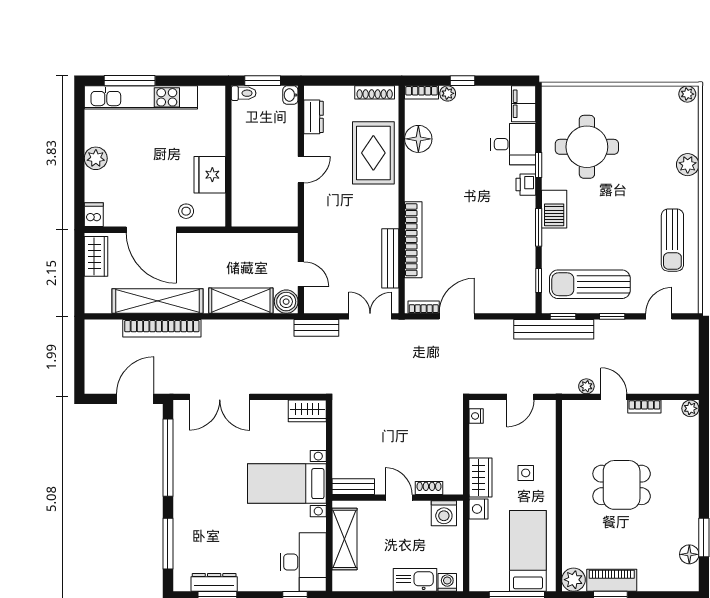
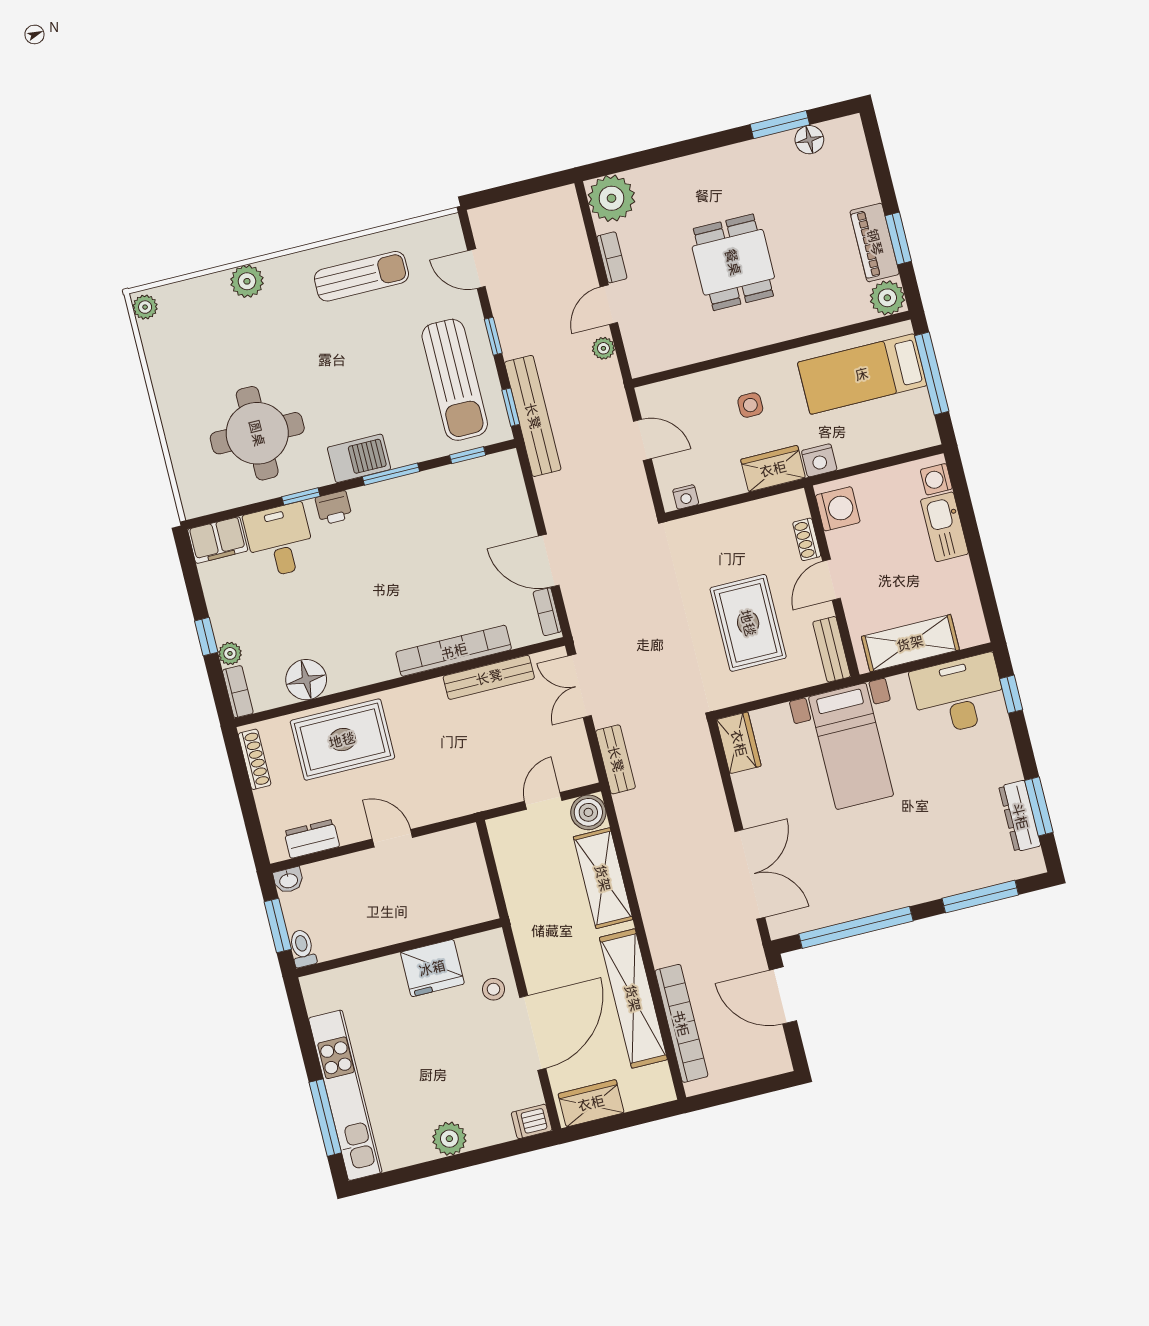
bookcase: (162, 328) -> (681, 1023), moved
plant: (690, 408) -> (611, 198), width x1.88, depth x1.88
rug: (384, 436) -> (748, 623), added

